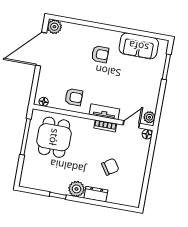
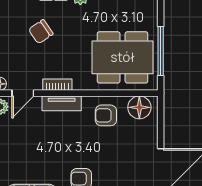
floor lamp: (44, 102) -> (139, 107), width x1.89, depth x1.89
dining table: (54, 137) -> (123, 57), width x1.38

